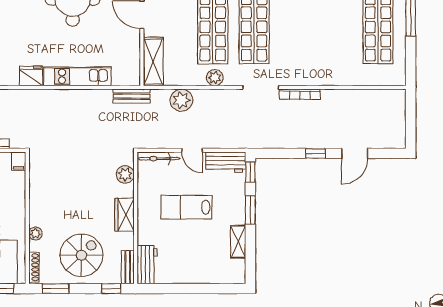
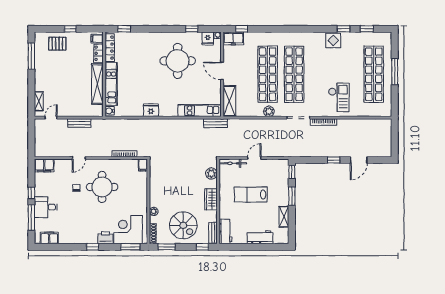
checkout: (324, 56) -> (339, 97), added
kitchen unit: (77, 76) -> (200, 111), moved
plant: (181, 100) -> (247, 126), removed
door: (192, 150) -> (254, 158), swing flipped
workbench: (226, 162) -> (260, 237), moved, turned 180
spiral stairs: (81, 255) -> (183, 225), turned 90

